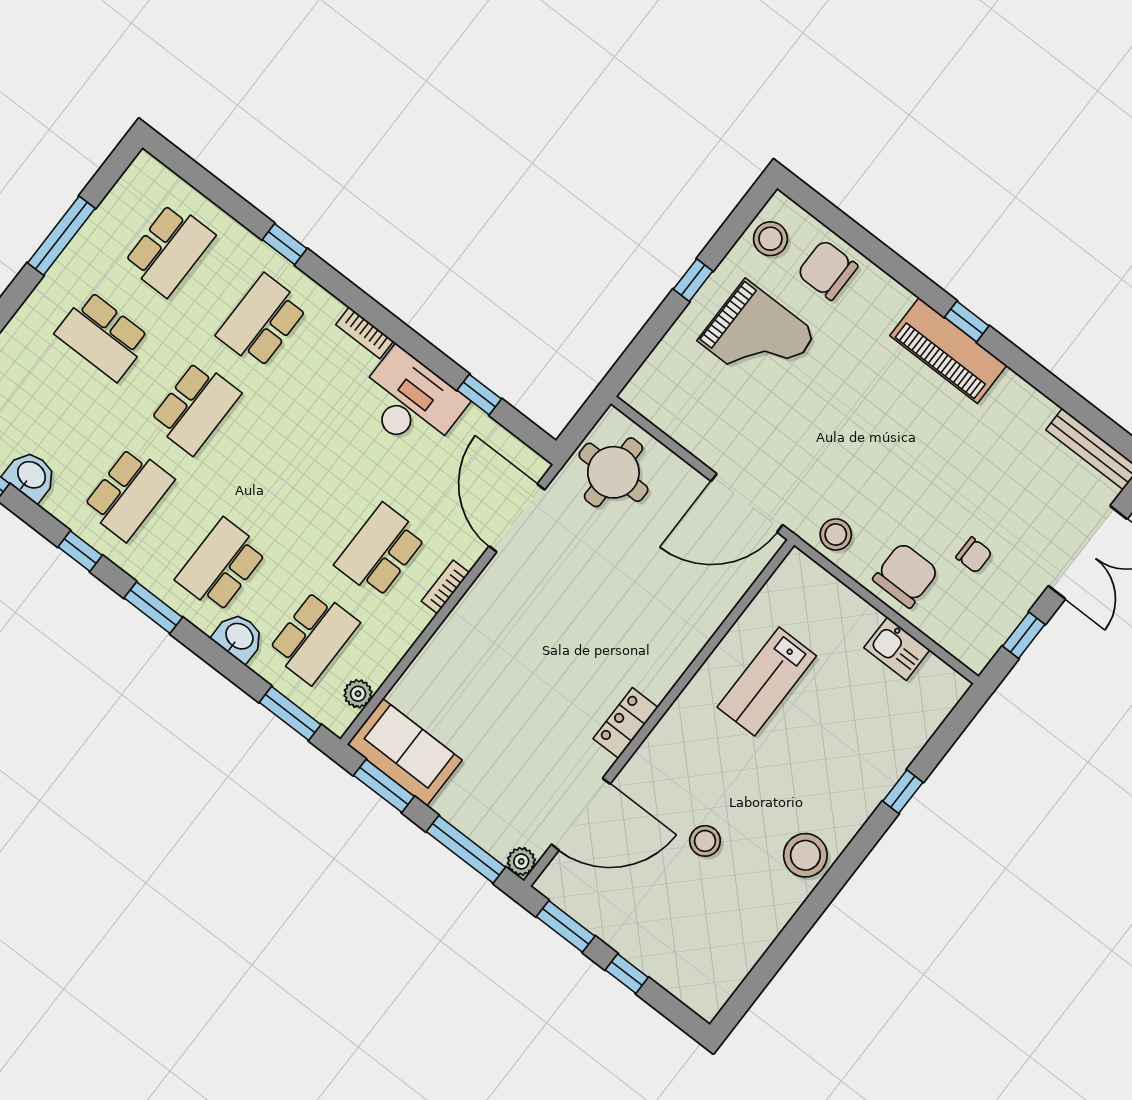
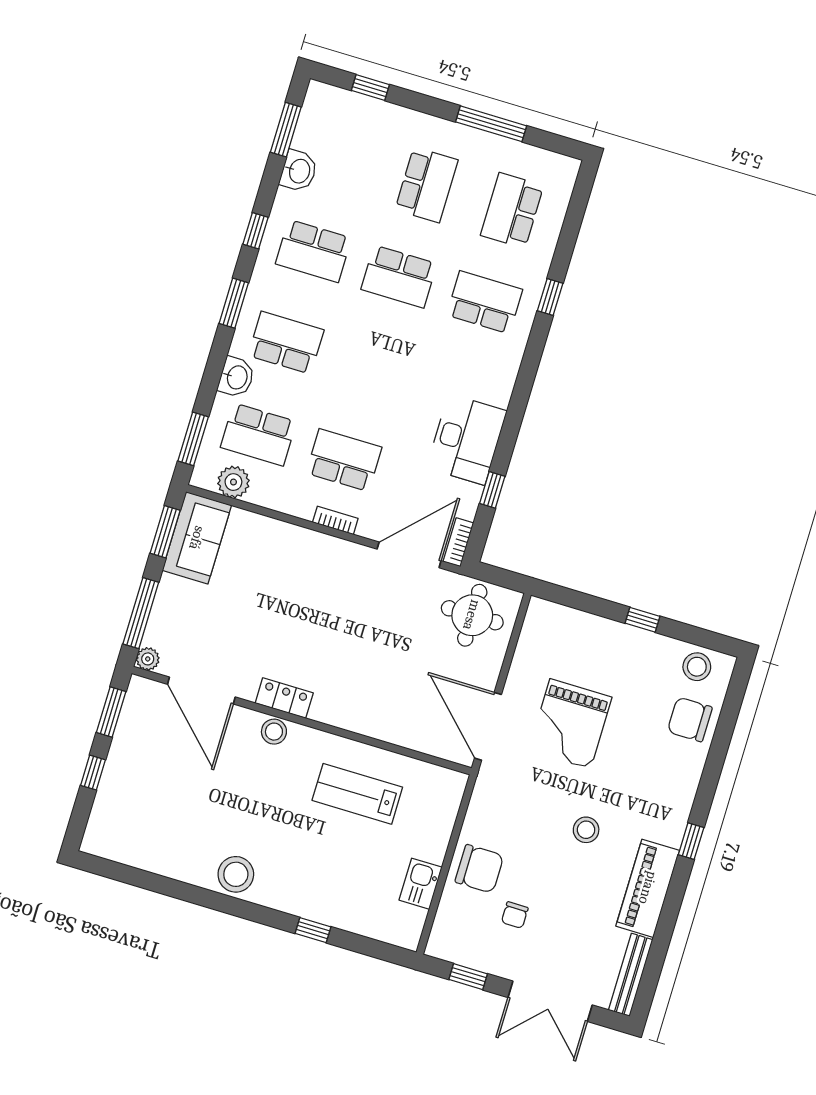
school desk: (169, 250) -> (512, 210), turned 90
chair: (827, 270) -> (690, 719), turned -90
bookcase: (365, 333) -> (458, 542), moved
school desk: (103, 336) -> (427, 185), turned 180
grand piano: (757, 337) -> (570, 724), moved
piano: (948, 350) -> (648, 888), moved
stool: (836, 534) -> (586, 830), moved
plant: (358, 694) -> (233, 482), width x1.38, depth x1.38
stool: (705, 841) -> (274, 732), moved

